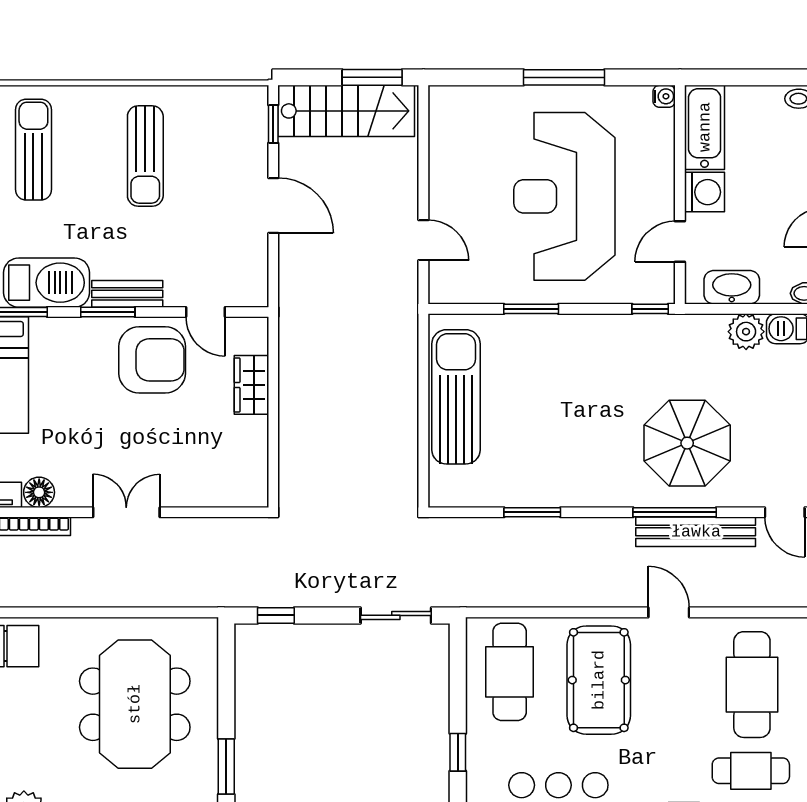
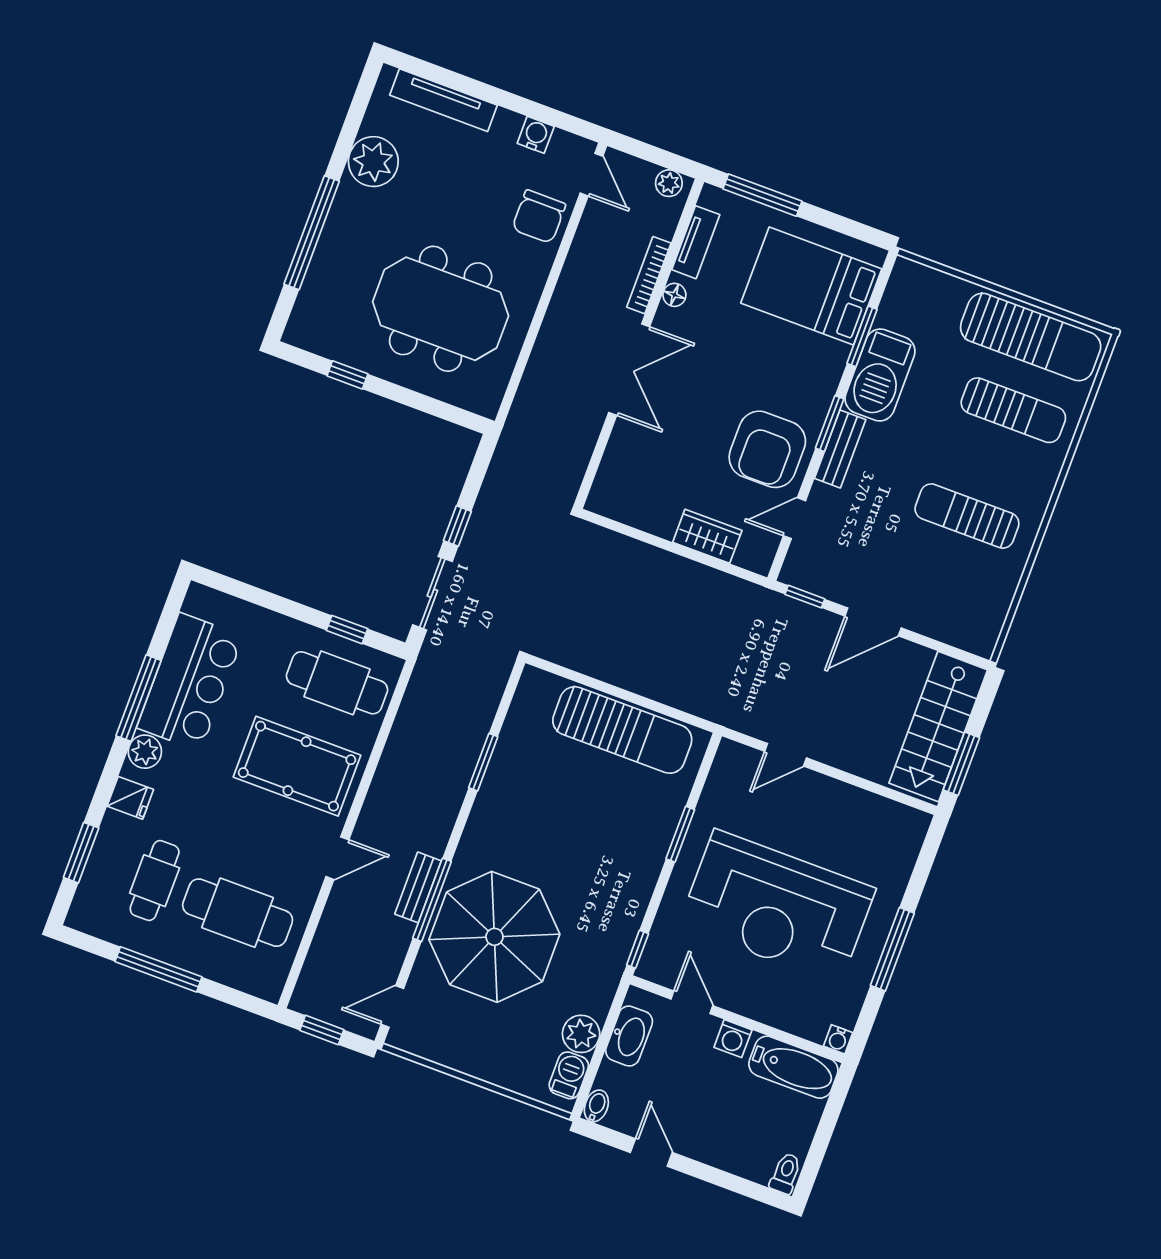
window: (273, 124) -> (805, 597), moved
washing machine: (704, 192) -> (733, 1039), width x0.73, depth x0.73
reception desk: (564, 196) -> (777, 907), turned 180
parasol: (687, 443) -> (494, 937), width x1.36, depth x1.36
floor lamp: (39, 492) -> (674, 295), width x0.73, depth x0.73
double door: (126, 512) -> (629, 370), width x1.37
bench: (696, 532) -> (418, 887), width x0.54, depth x0.82
window: (276, 615) -> (457, 526), moved
window: (458, 752) -> (347, 630), moved
window: (226, 766) -> (347, 375), width x0.67

